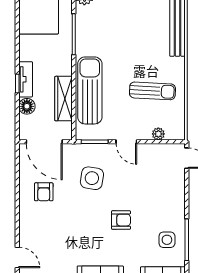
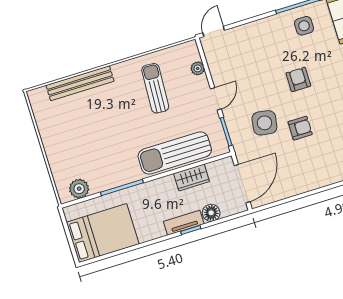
wardrobe: (64, 99) -> (191, 177), width x0.67
armchair: (44, 192) -> (300, 128), moved

